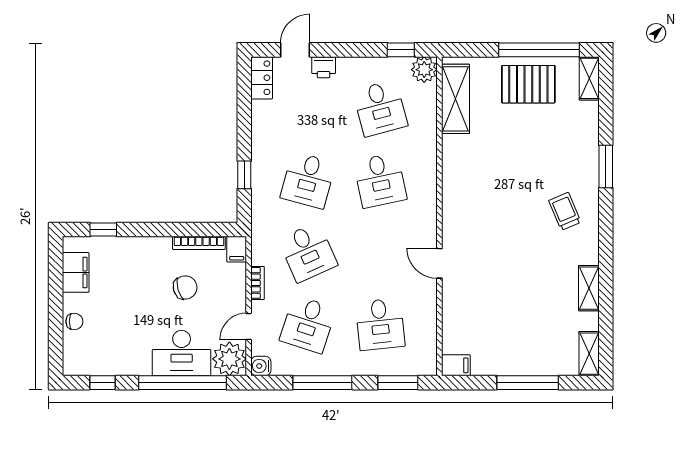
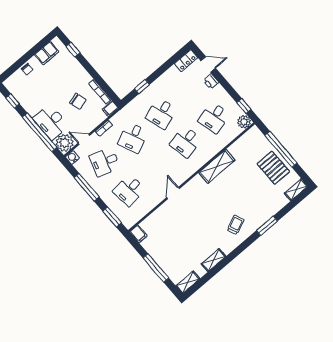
window: (539, 50) -> (281, 149), moved
shelving: (456, 99) -> (217, 166), moved
desk: (308, 180) -> (161, 113), turned -33

